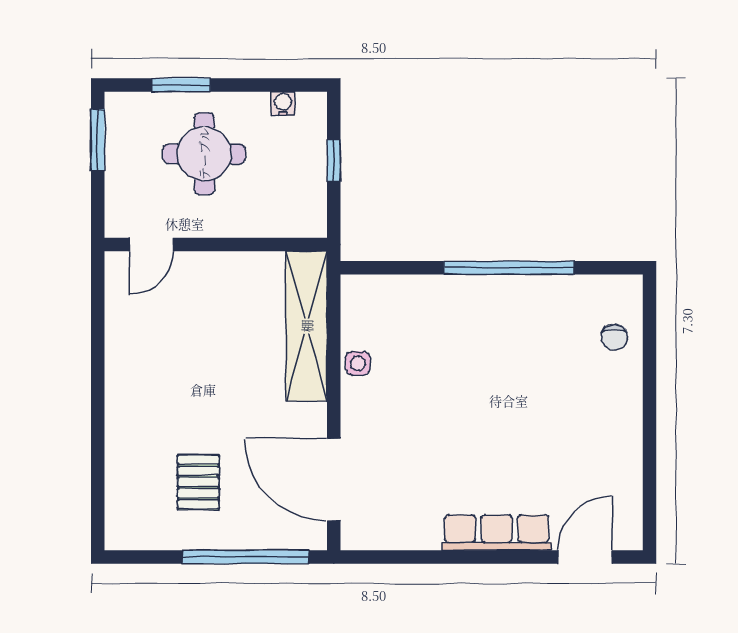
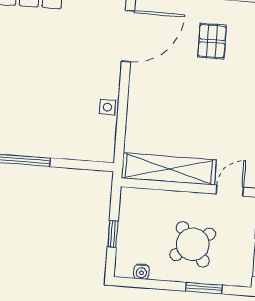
round table: (204, 154) -> (193, 244), turned -36
shelving: (307, 326) -> (169, 169), moved, turned 90
door: (334, 480) -> (128, 36), hinge flipped

